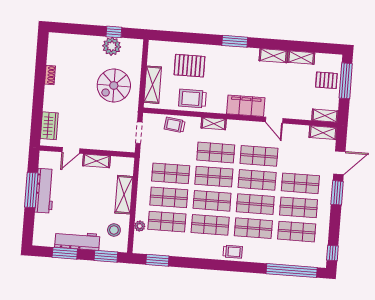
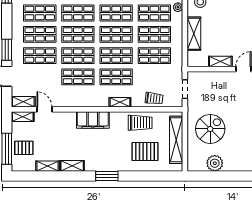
window: (114, 32) -> (214, 176), removed
shelving: (153, 85) -> (176, 140), width x1.47
door: (274, 120) -> (44, 109), moved

